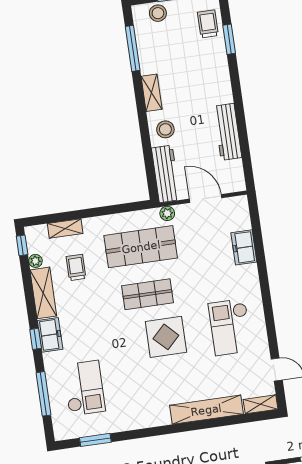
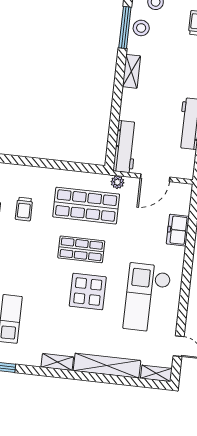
stool: (165, 129) -> (141, 28), moved
door: (206, 198) -> (155, 178), swing flipped
shelving: (65, 228) -> (57, 362), moved
trolley: (76, 267) -> (24, 209), turned 180
checkout: (230, 327) -> (147, 298), width x1.36, depth x1.21

